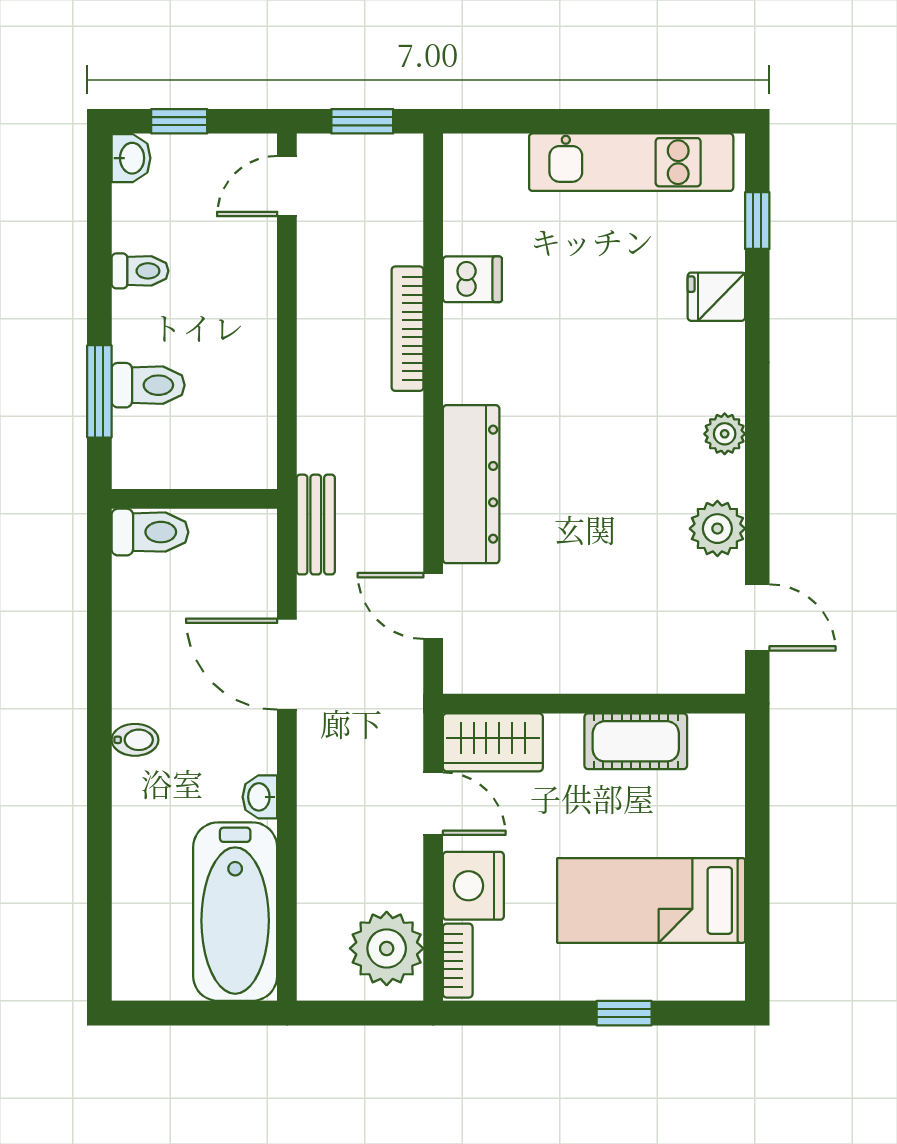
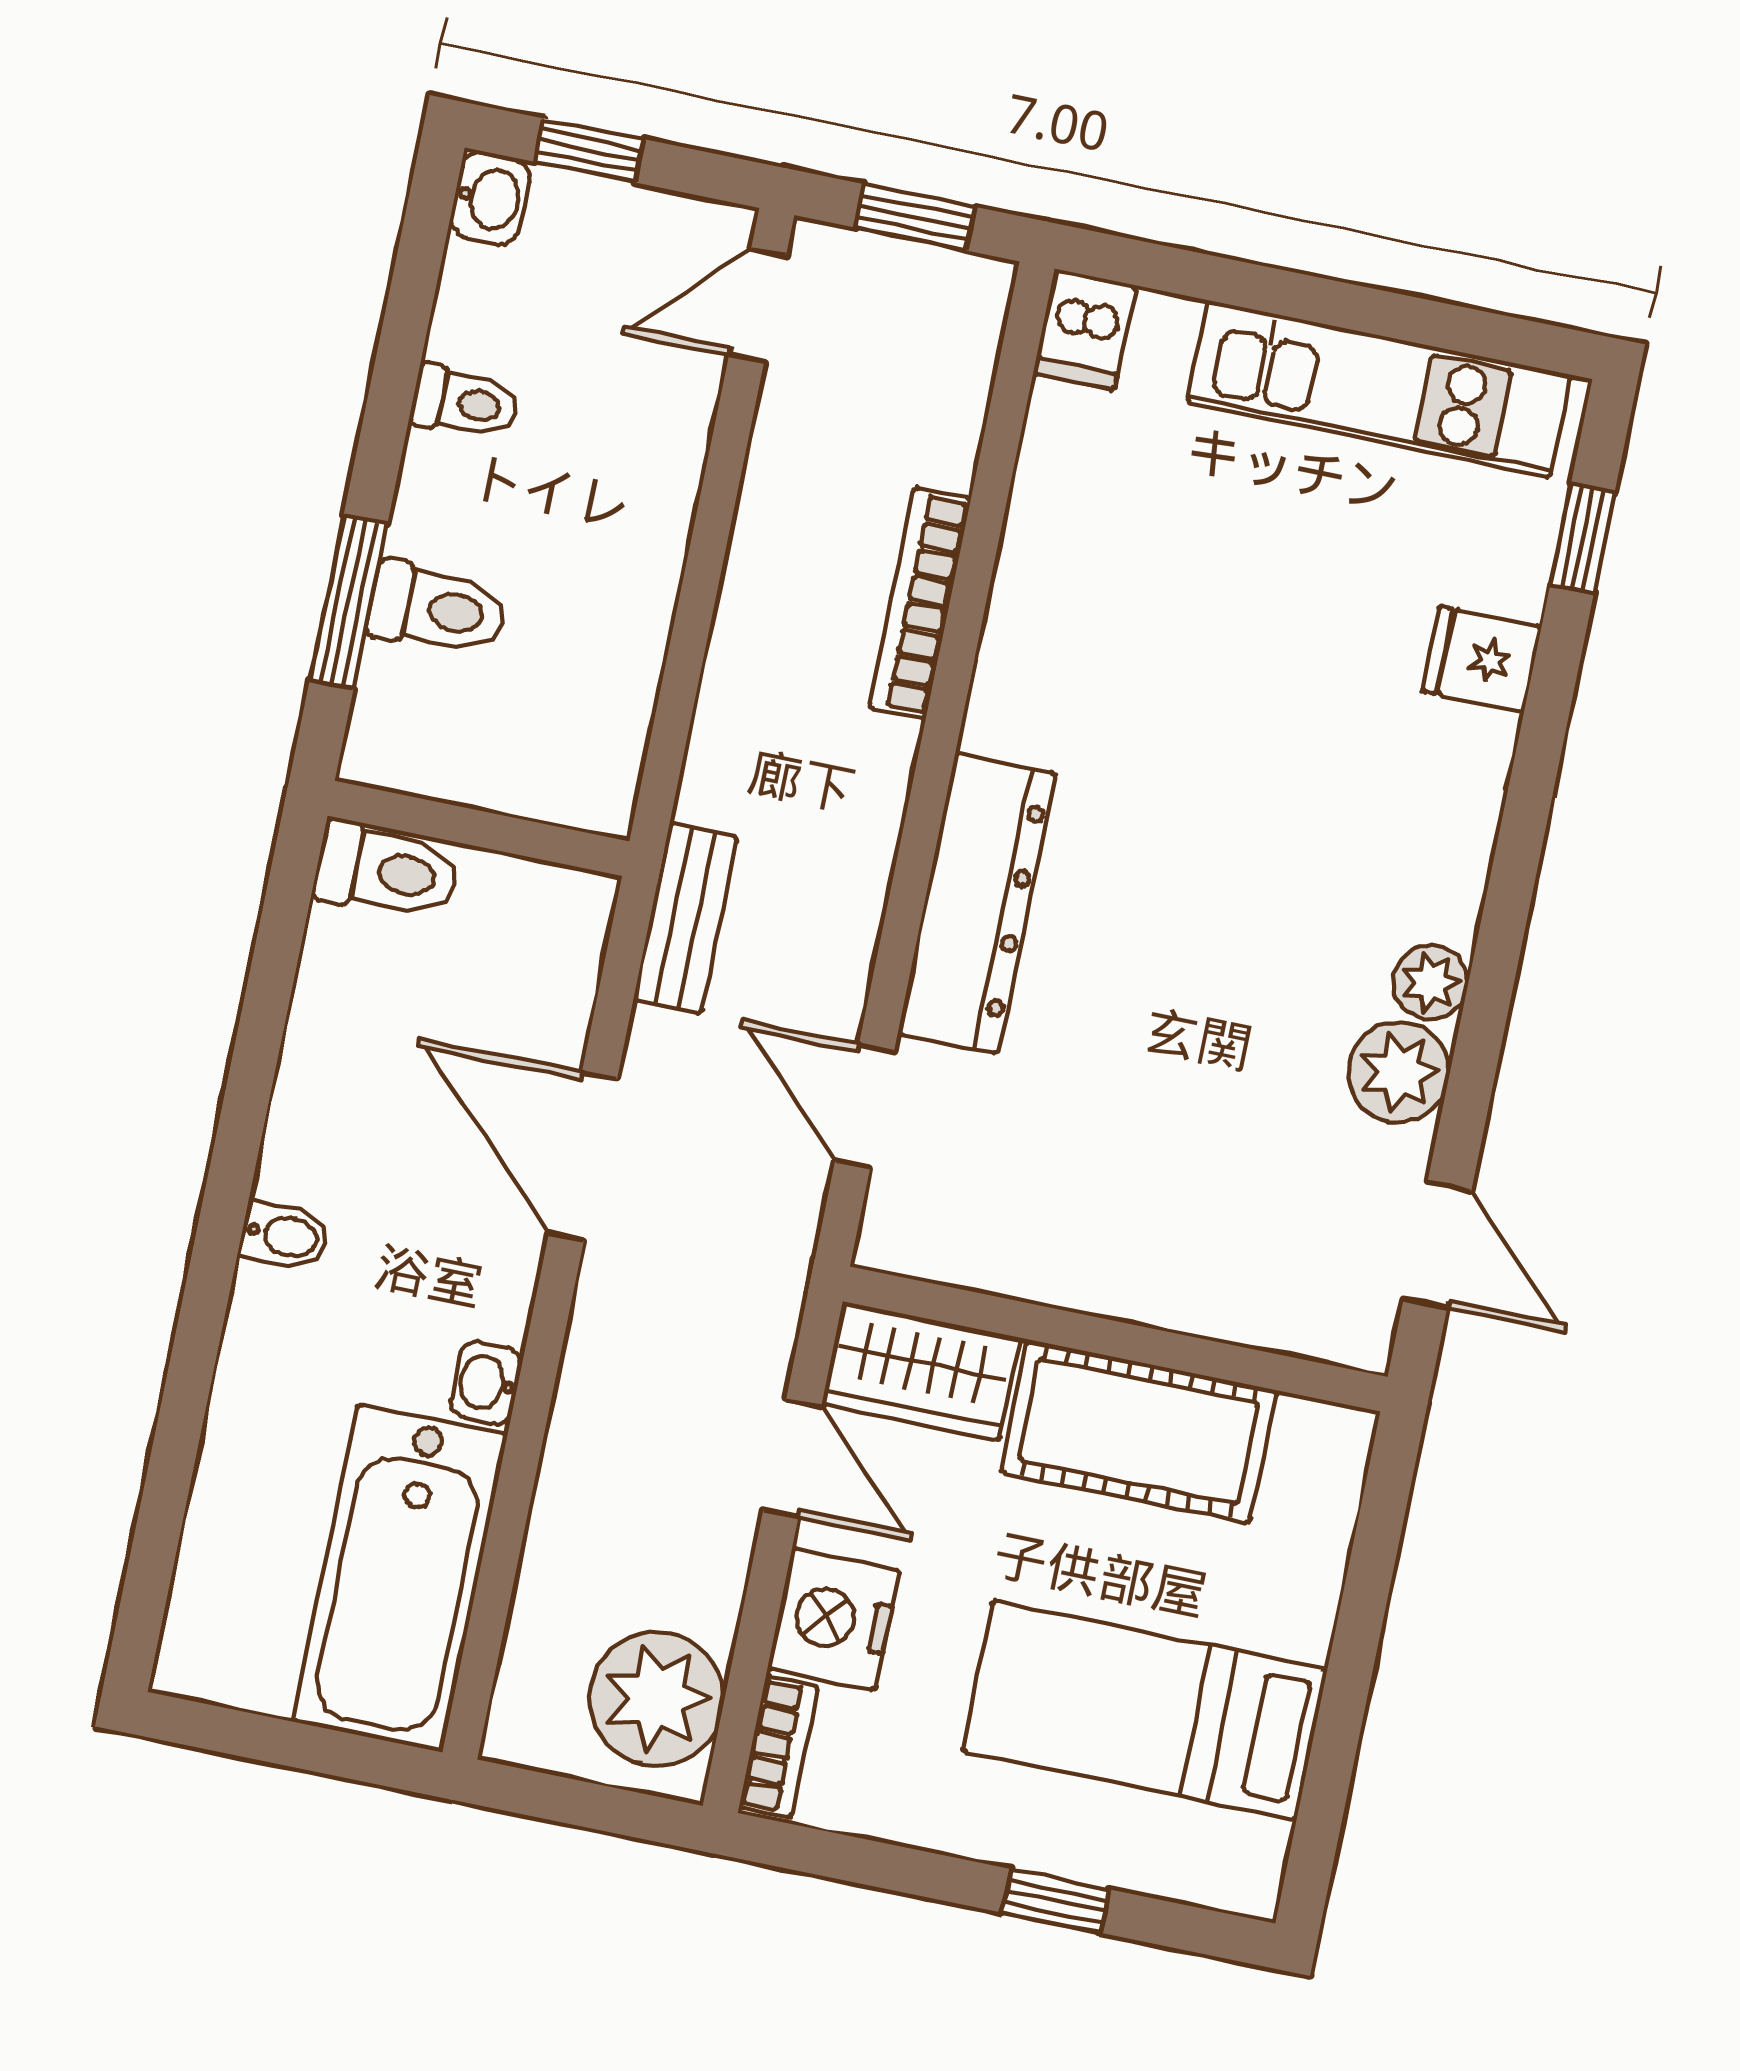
dishwasher: (472, 279) -> (1084, 329), moved, turned 90
plant: (725, 434) -> (1431, 982), moved
cot: (636, 741) -> (1139, 1431), width x1.37, depth x1.34

